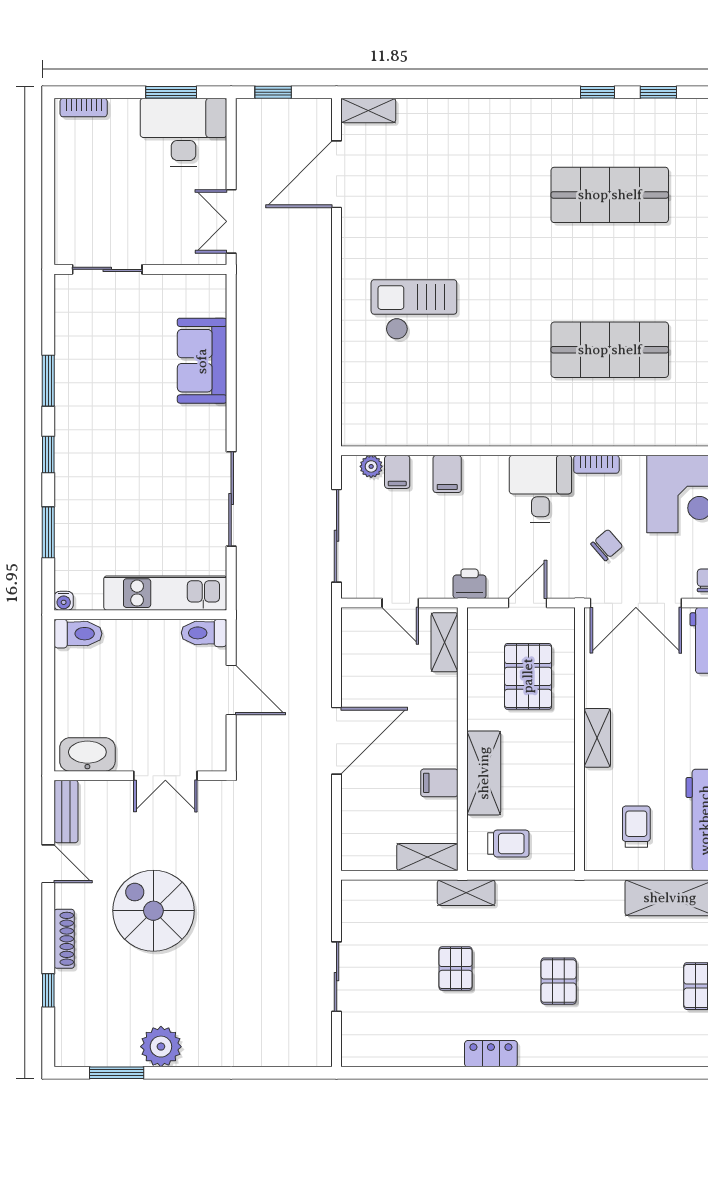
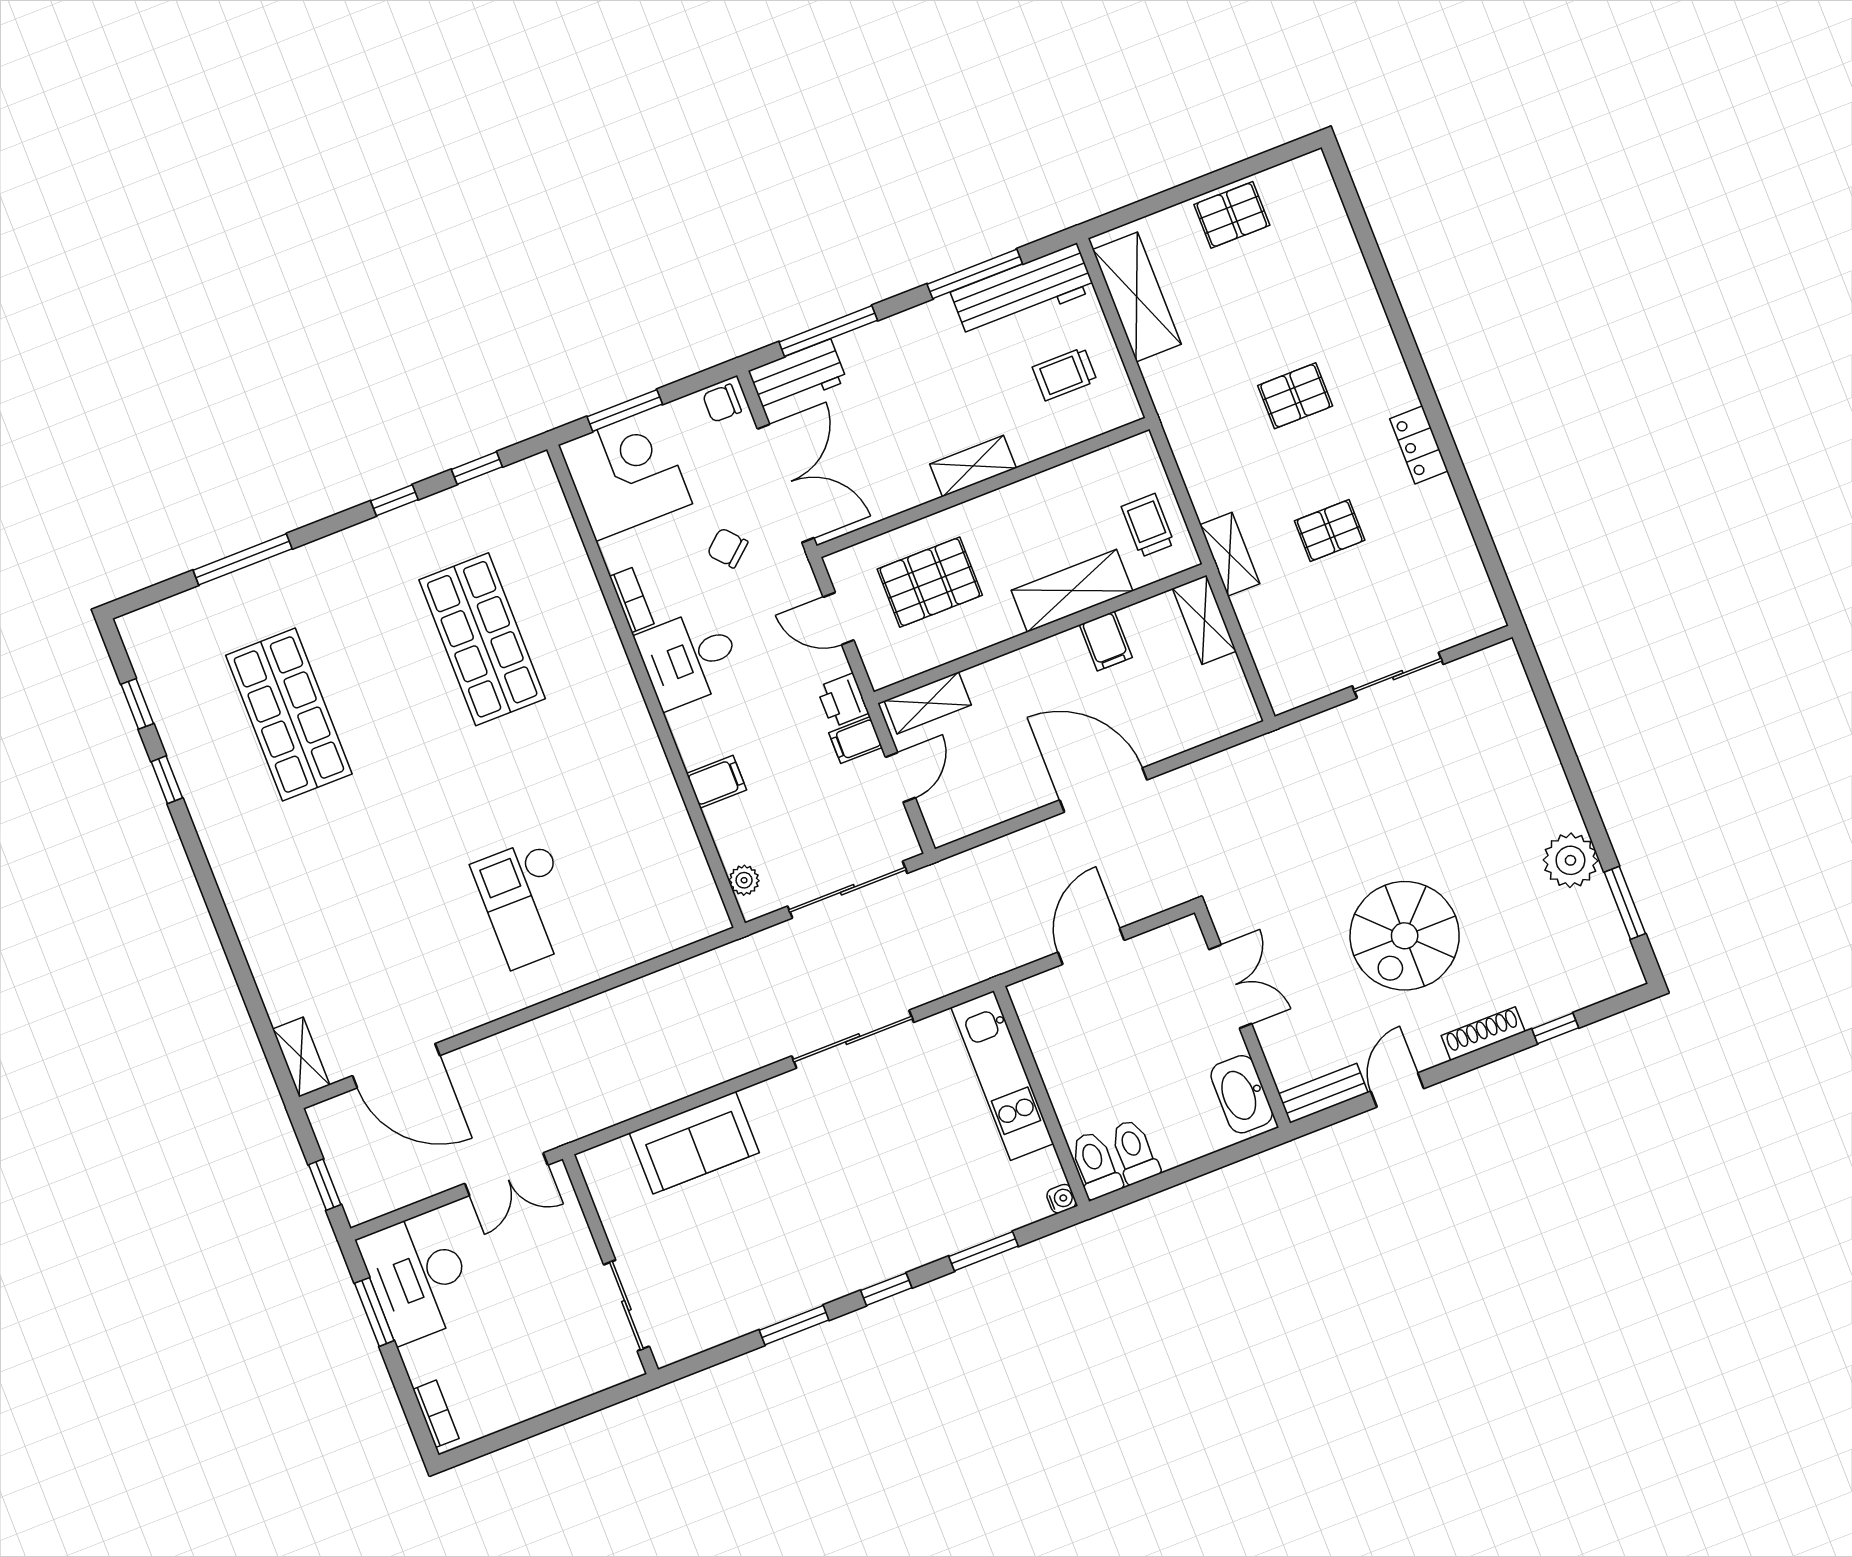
filing cabinet: (397, 472) -> (856, 740), moved, turned 180
toilet: (204, 633) -> (1134, 1151), moved, turned 180

